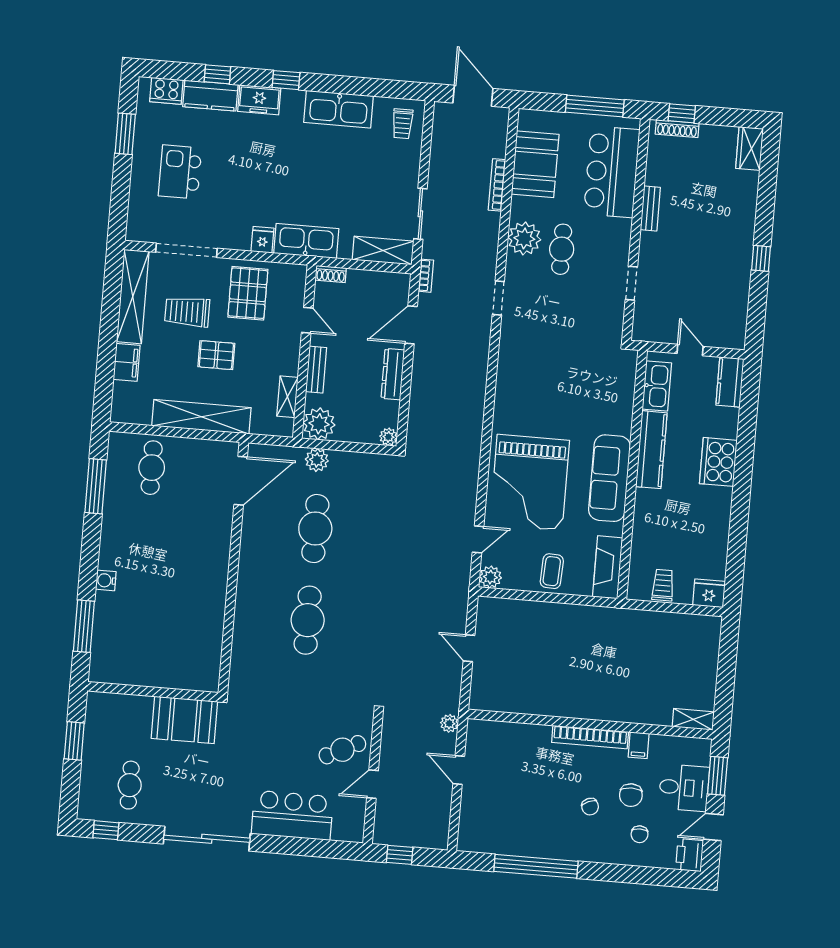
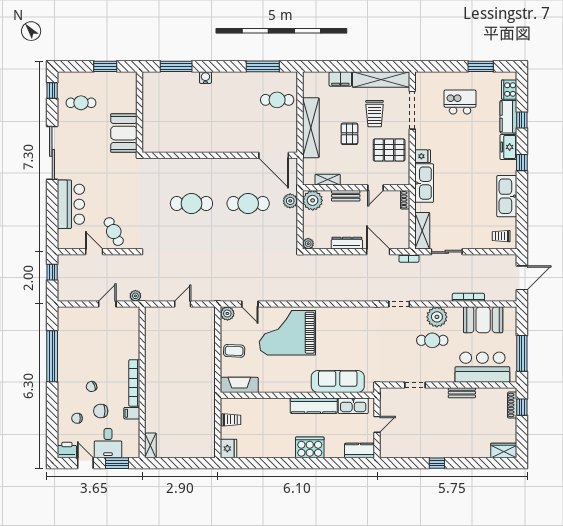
trolley: (187, 312) -> (375, 114), turned 180
sofa: (609, 478) -> (338, 382), moved

